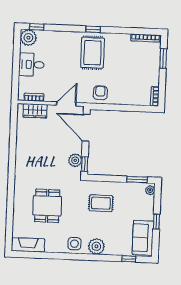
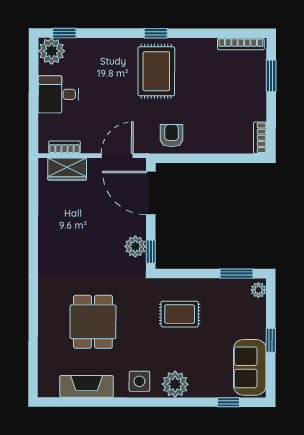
fireplace: (28, 245) -> (87, 386), moved

